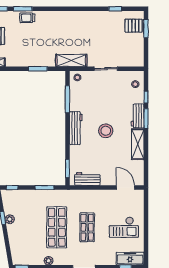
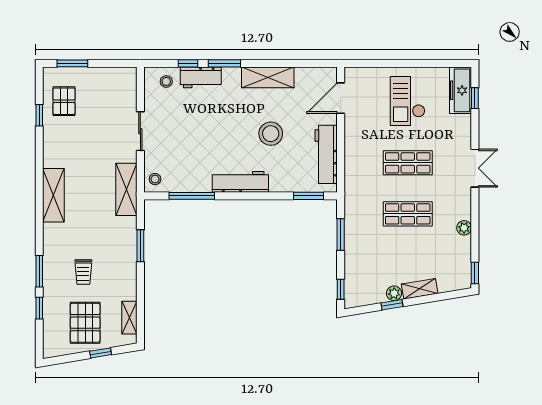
shelving: (68, 17) -> (53, 195), added
trolley: (27, 18) -> (83, 272), moved
pallet: (134, 26) -> (64, 101), moved
workbench: (138, 116) -> (201, 77), moved
stool: (106, 131) -> (271, 134), moved
workbench: (87, 179) -> (326, 154), width x1.38
shop shelf: (57, 227) -> (408, 214), width x0.70, depth x0.74
checkout: (124, 227) -> (408, 101), turned 180
shelving: (12, 234) -> (420, 289), added

